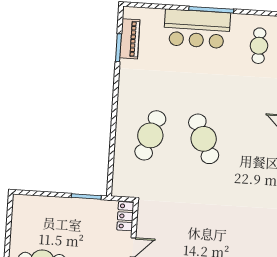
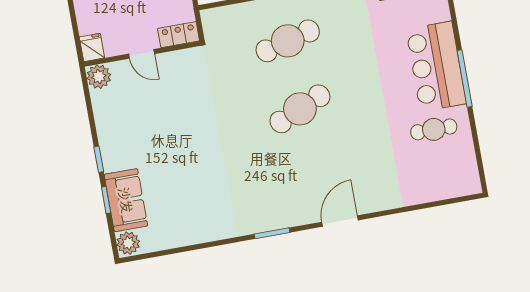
cafe table: (259, 46) -> (434, 129), moved
cafe table: (150, 135) -> (288, 41), turned -33

